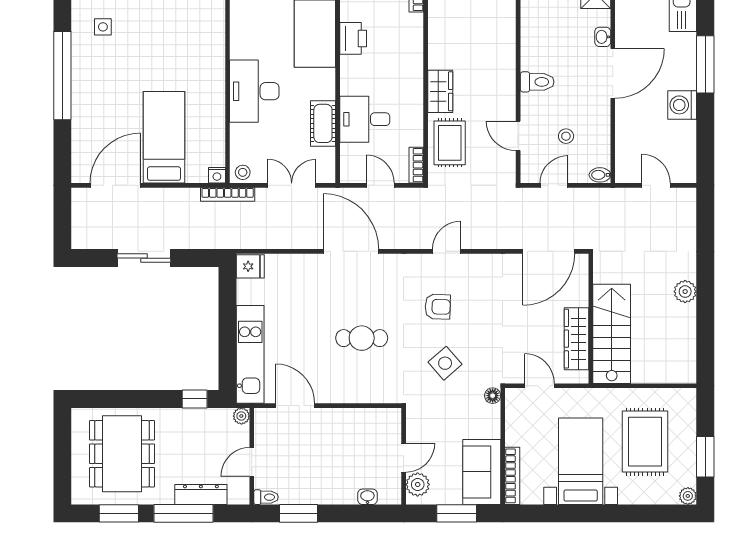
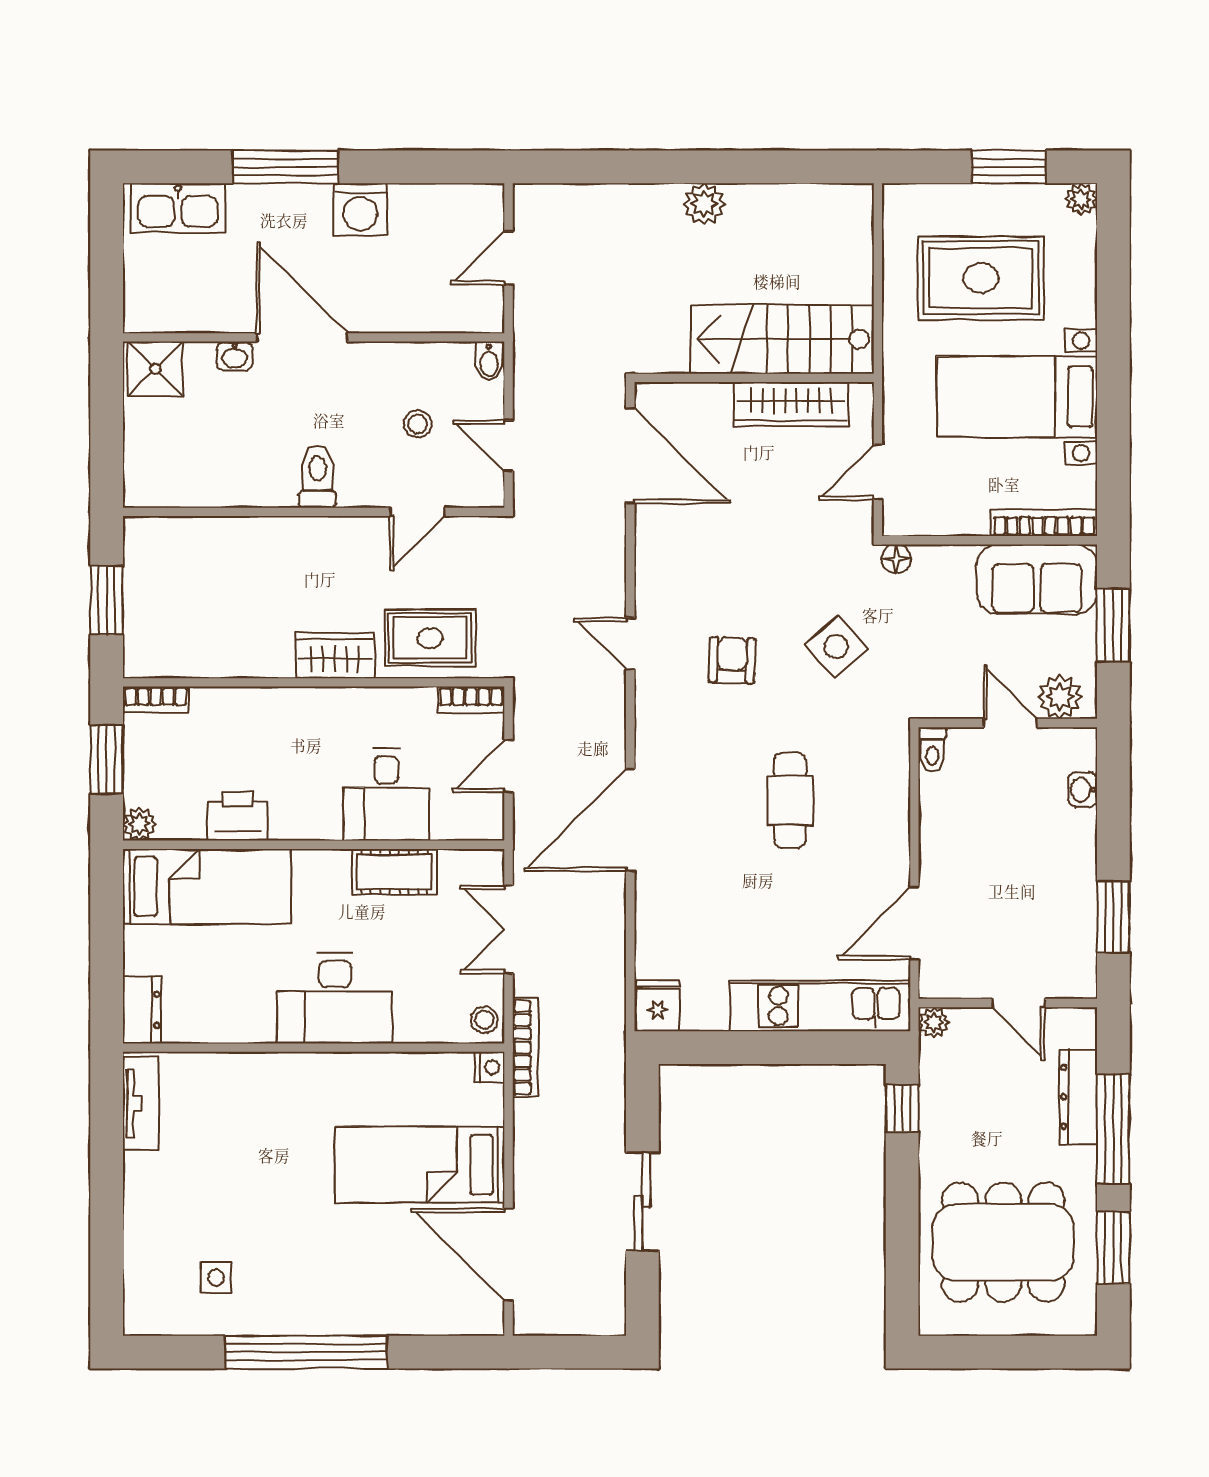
toilet: (266, 497) -> (932, 749), moved, turned 180

